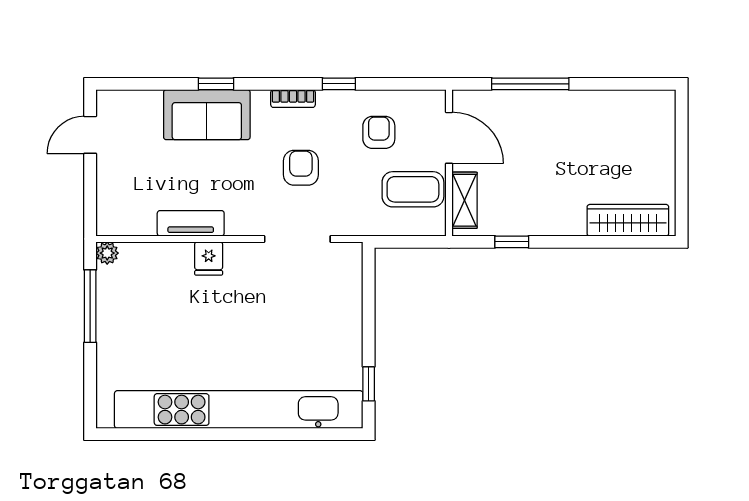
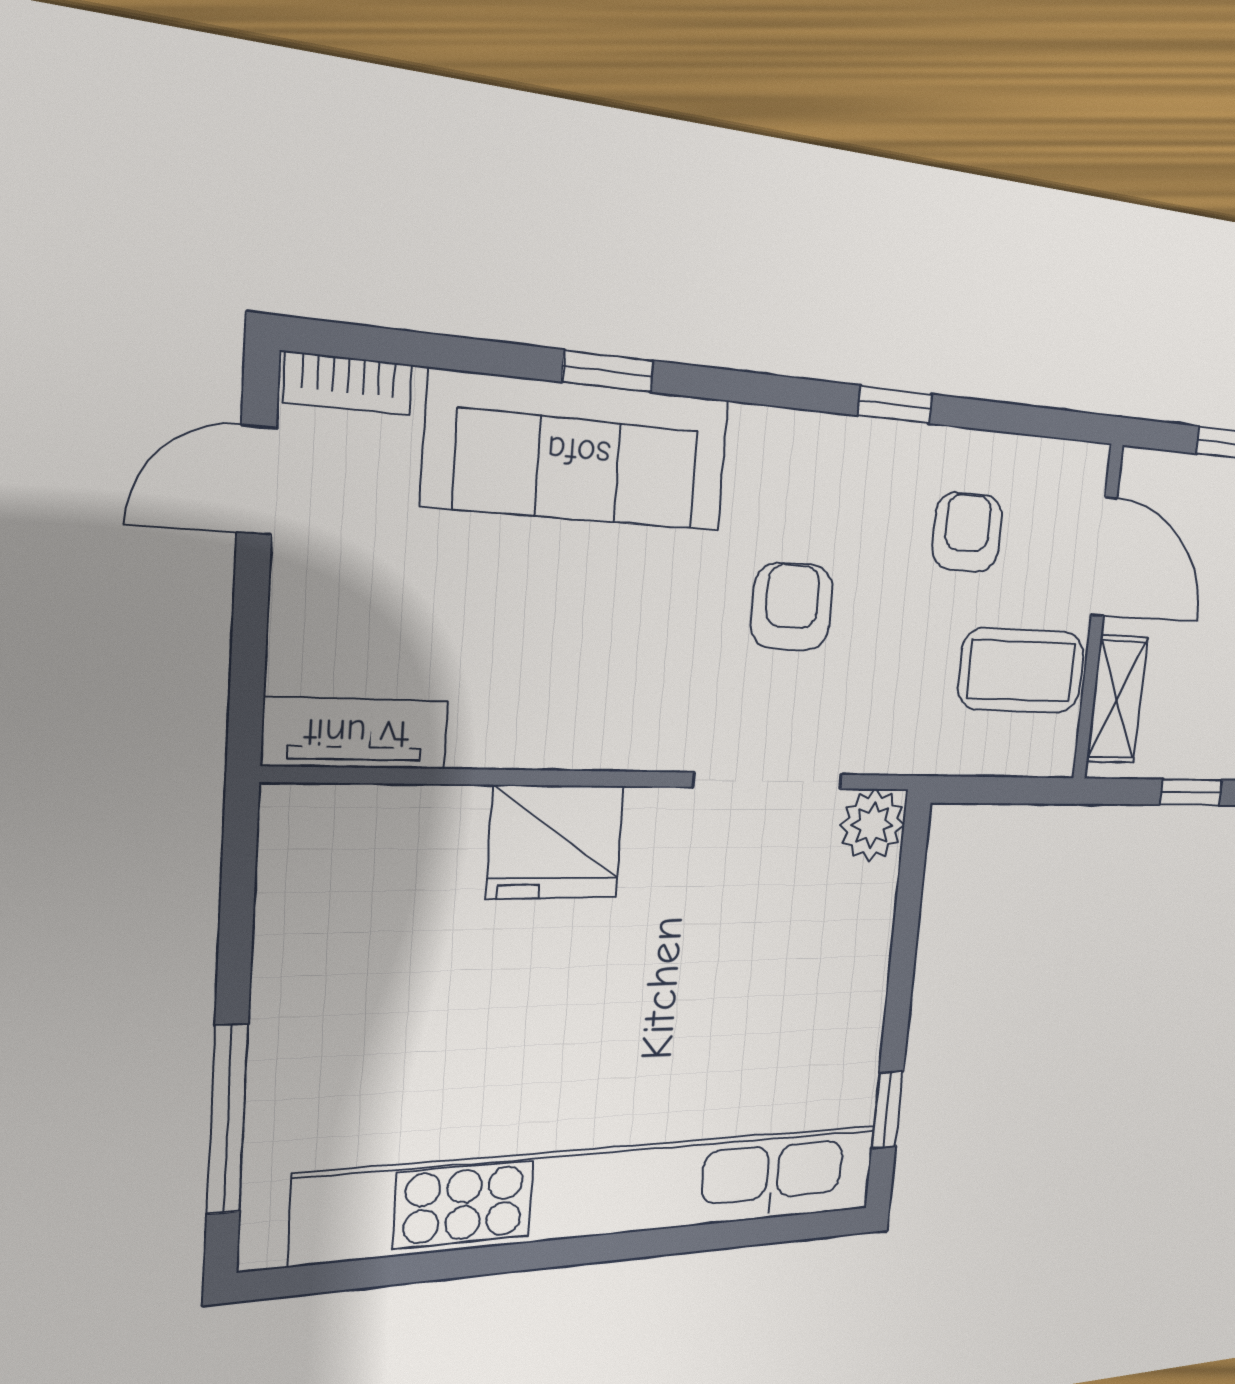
bookcase: (293, 99) -> (348, 383), moved
sofa: (207, 115) -> (579, 452), width x1.36
tv unit: (191, 223) -> (356, 733), moved
plant: (107, 253) -> (872, 825), moved, width x1.38, depth x1.38
fridge: (209, 258) -> (555, 842), width x1.88, depth x1.34
window: (90, 306) -> (227, 1119), moved

